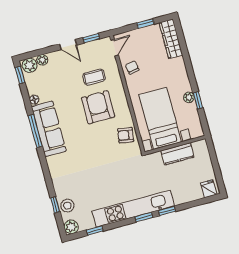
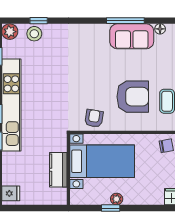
sofa: (49, 129) -> (132, 36), width x0.73

